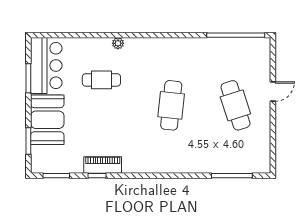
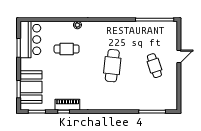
cafe table: (235, 105) -> (154, 66), width x0.73, depth x0.74
booth: (47, 120) -> (31, 87), moved

